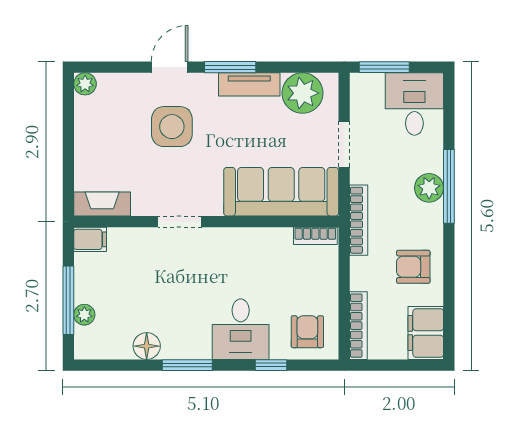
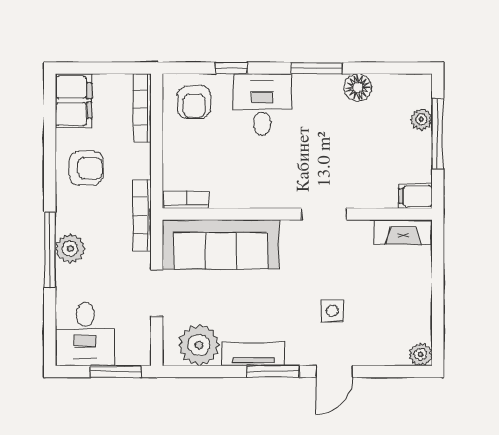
side table: (172, 127) -> (332, 311), width x0.54, depth x0.54

